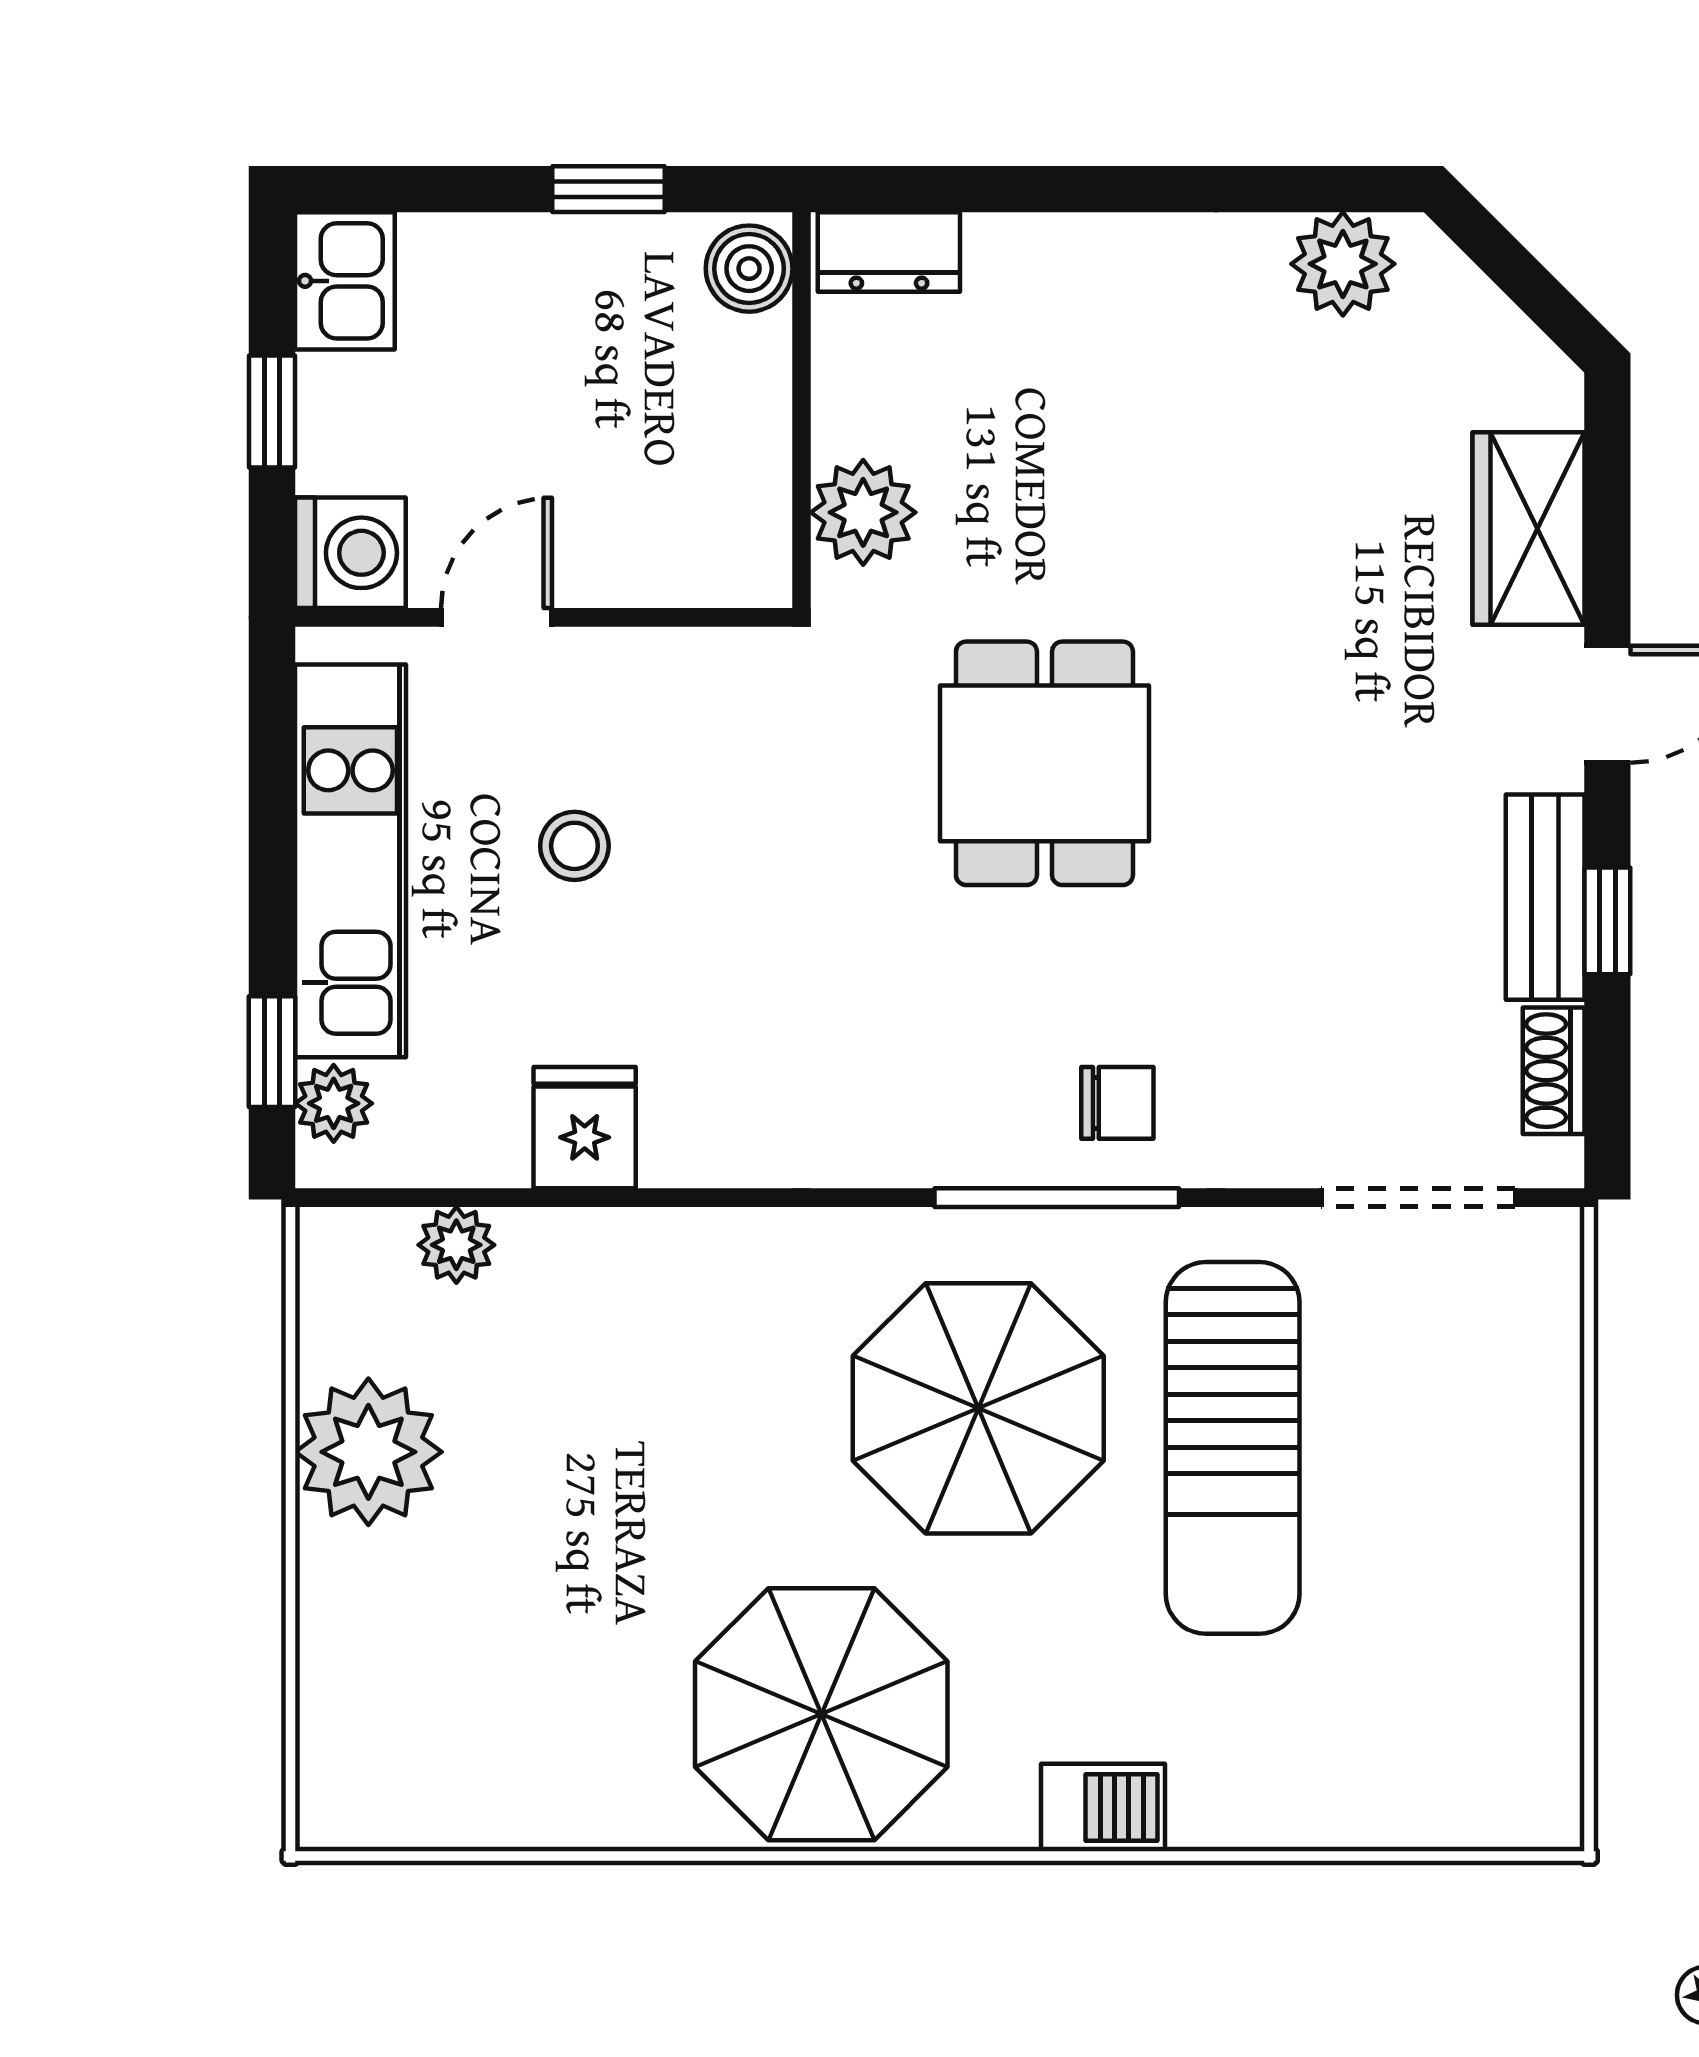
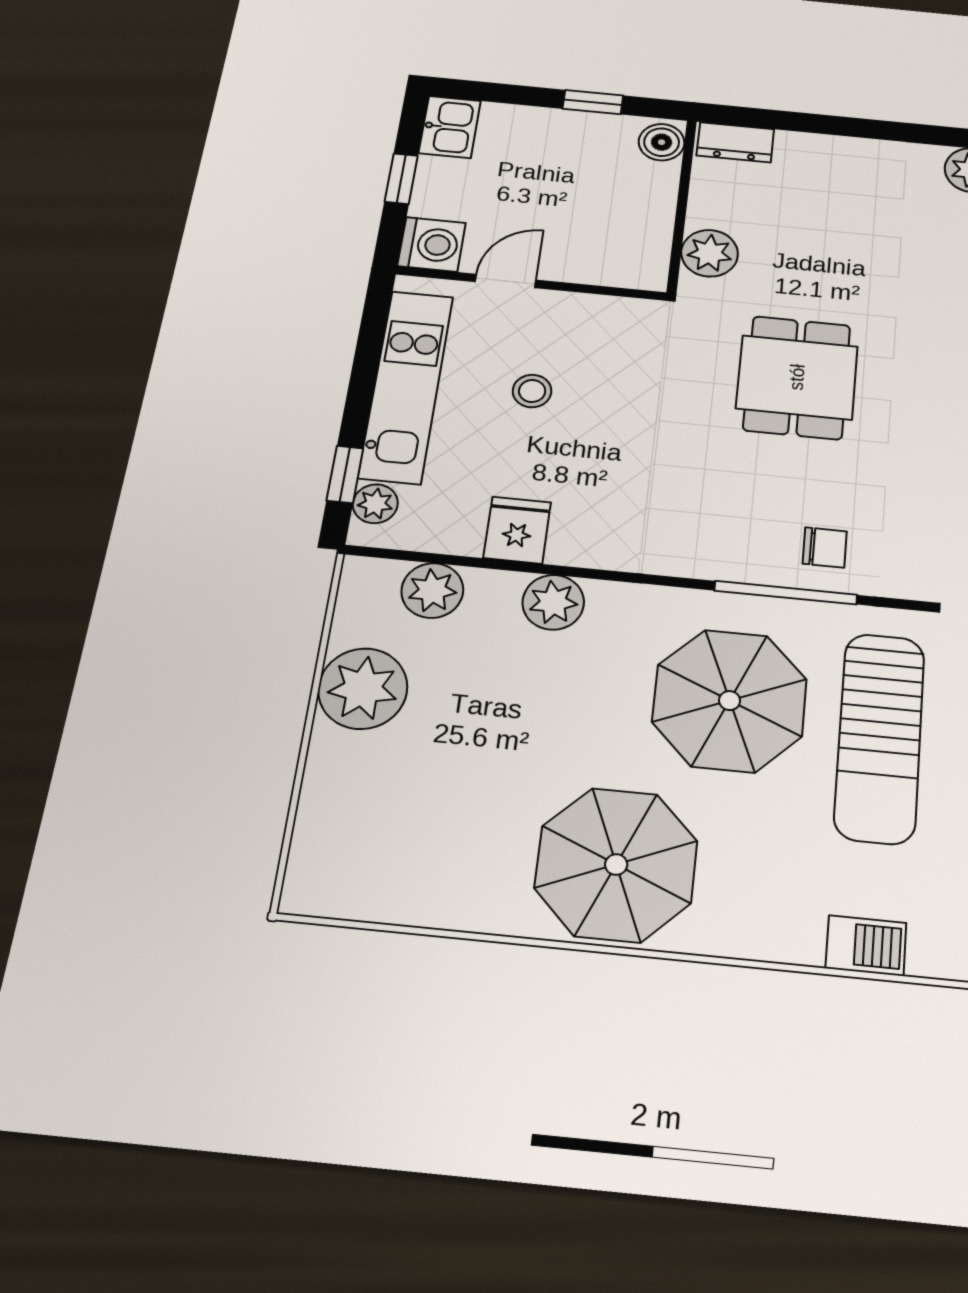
plant: (456, 1245) -> (432, 590), width x1.38, depth x1.38
plant: (663, 1259) -> (553, 602), added
barbecue: (1103, 1807) -> (866, 945), moved

